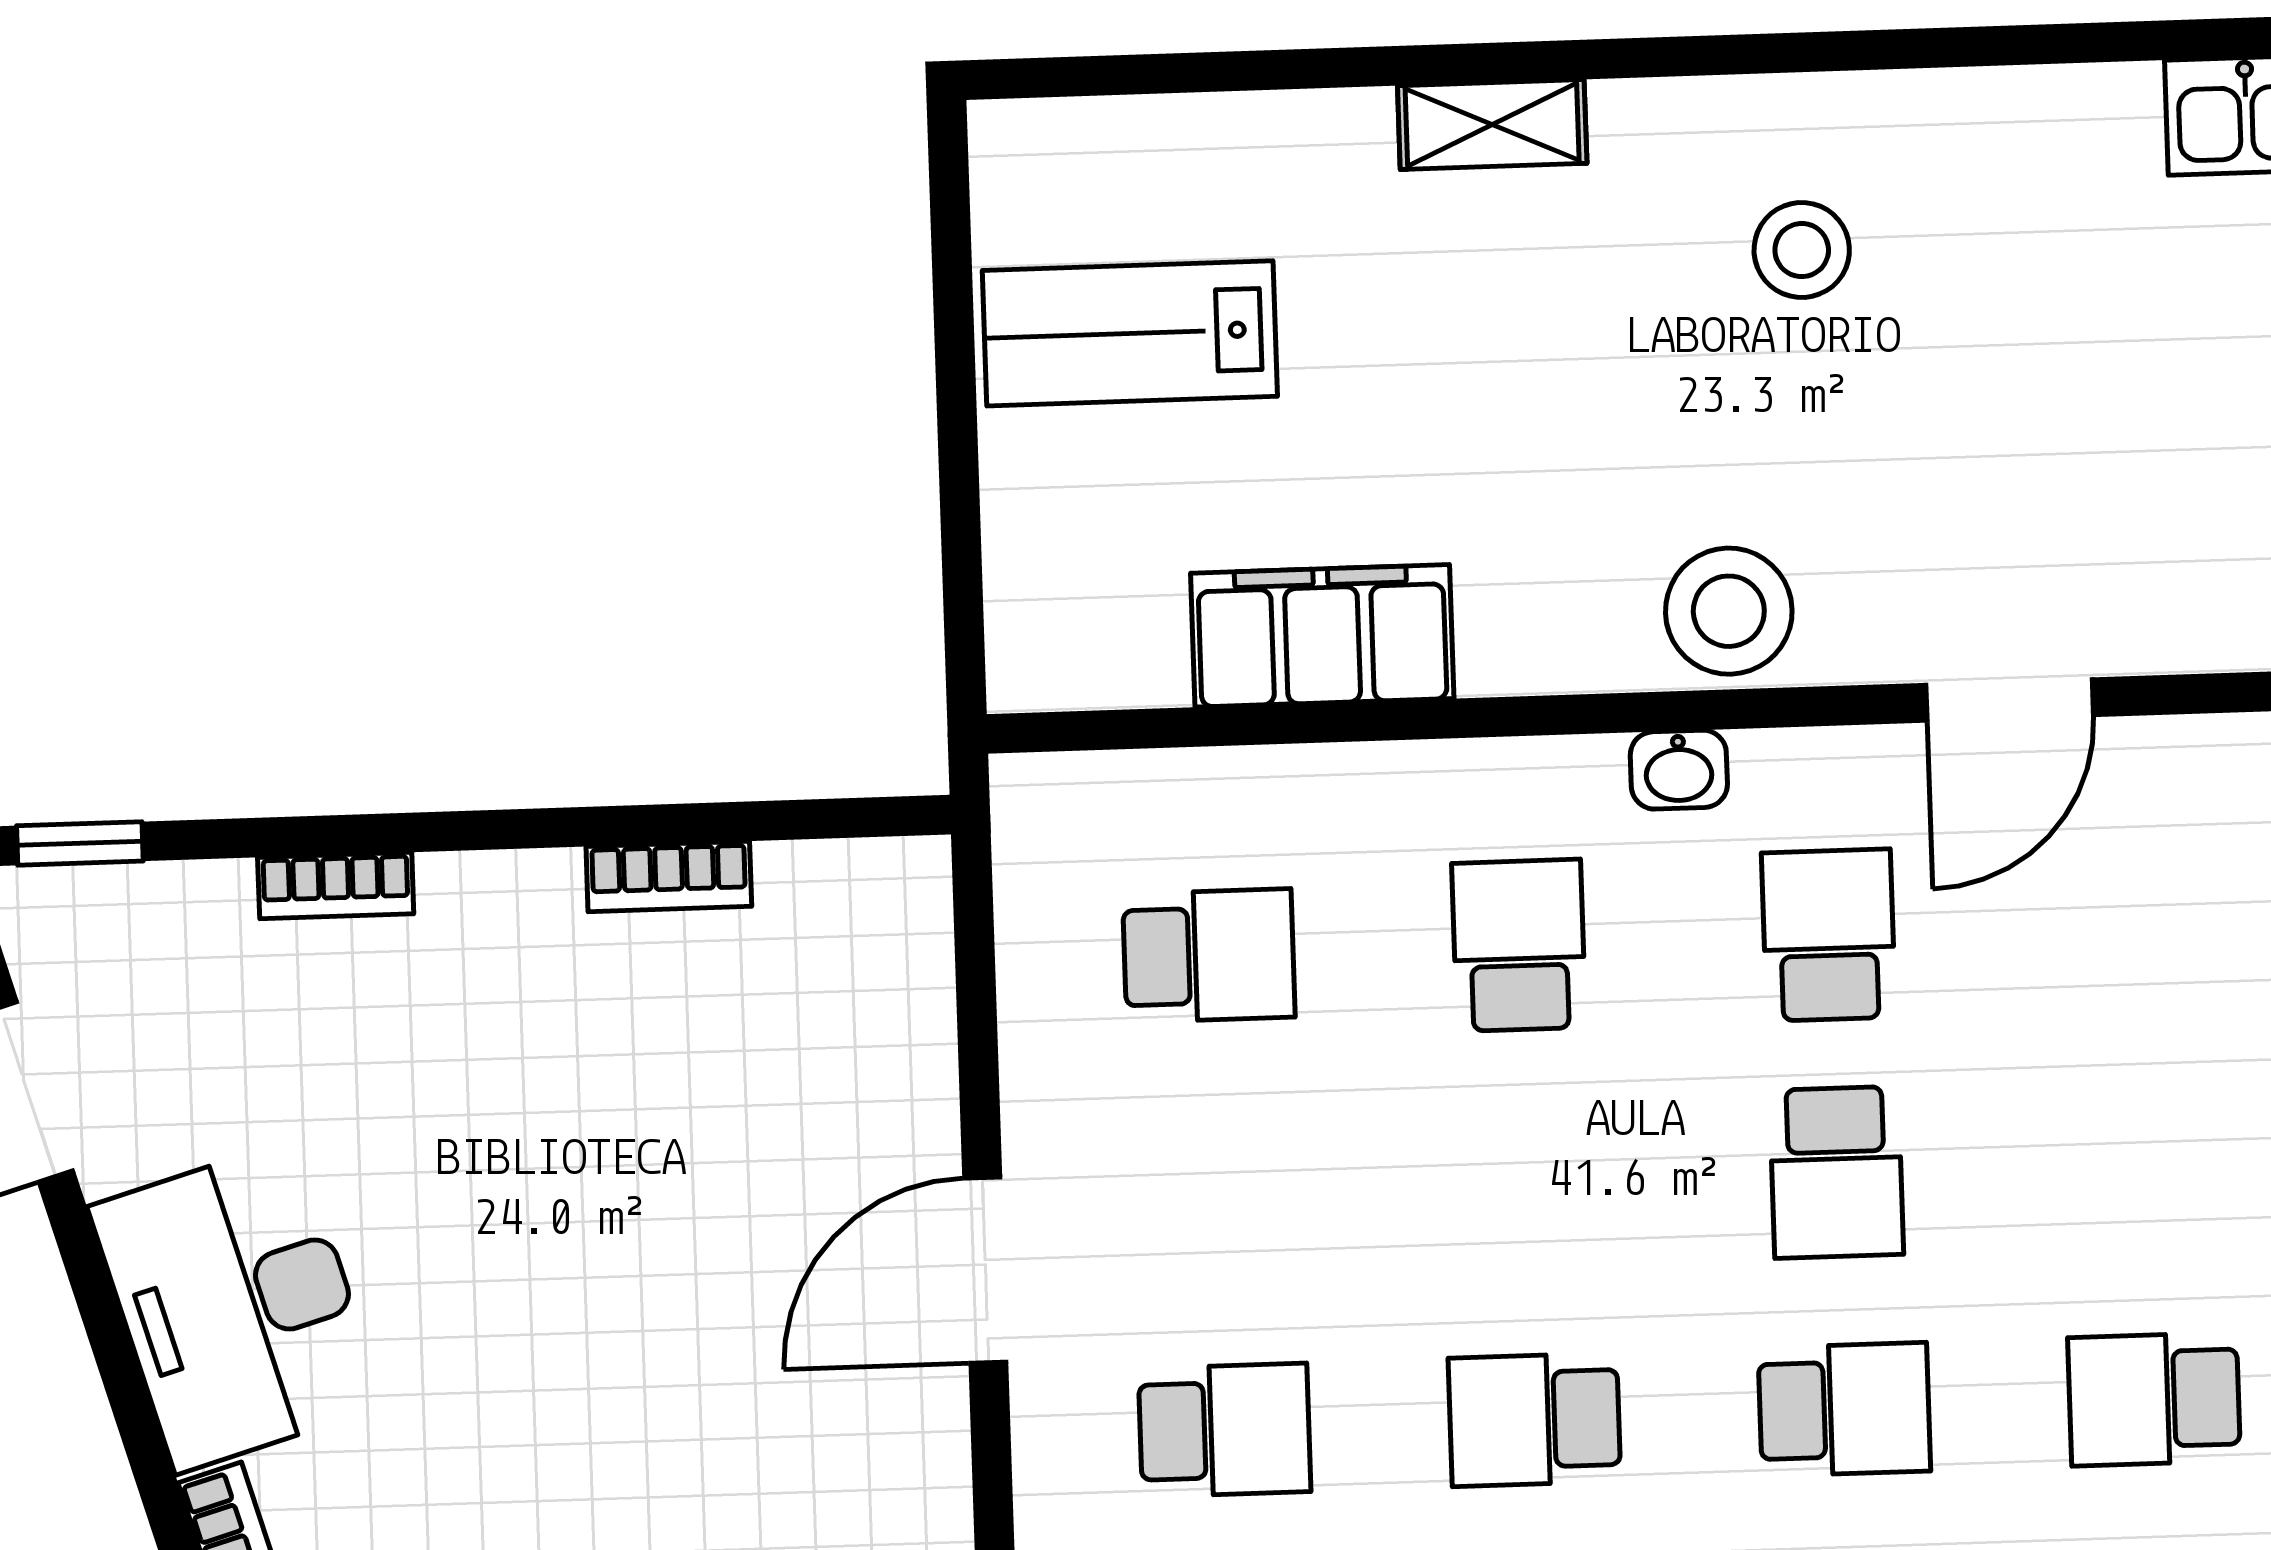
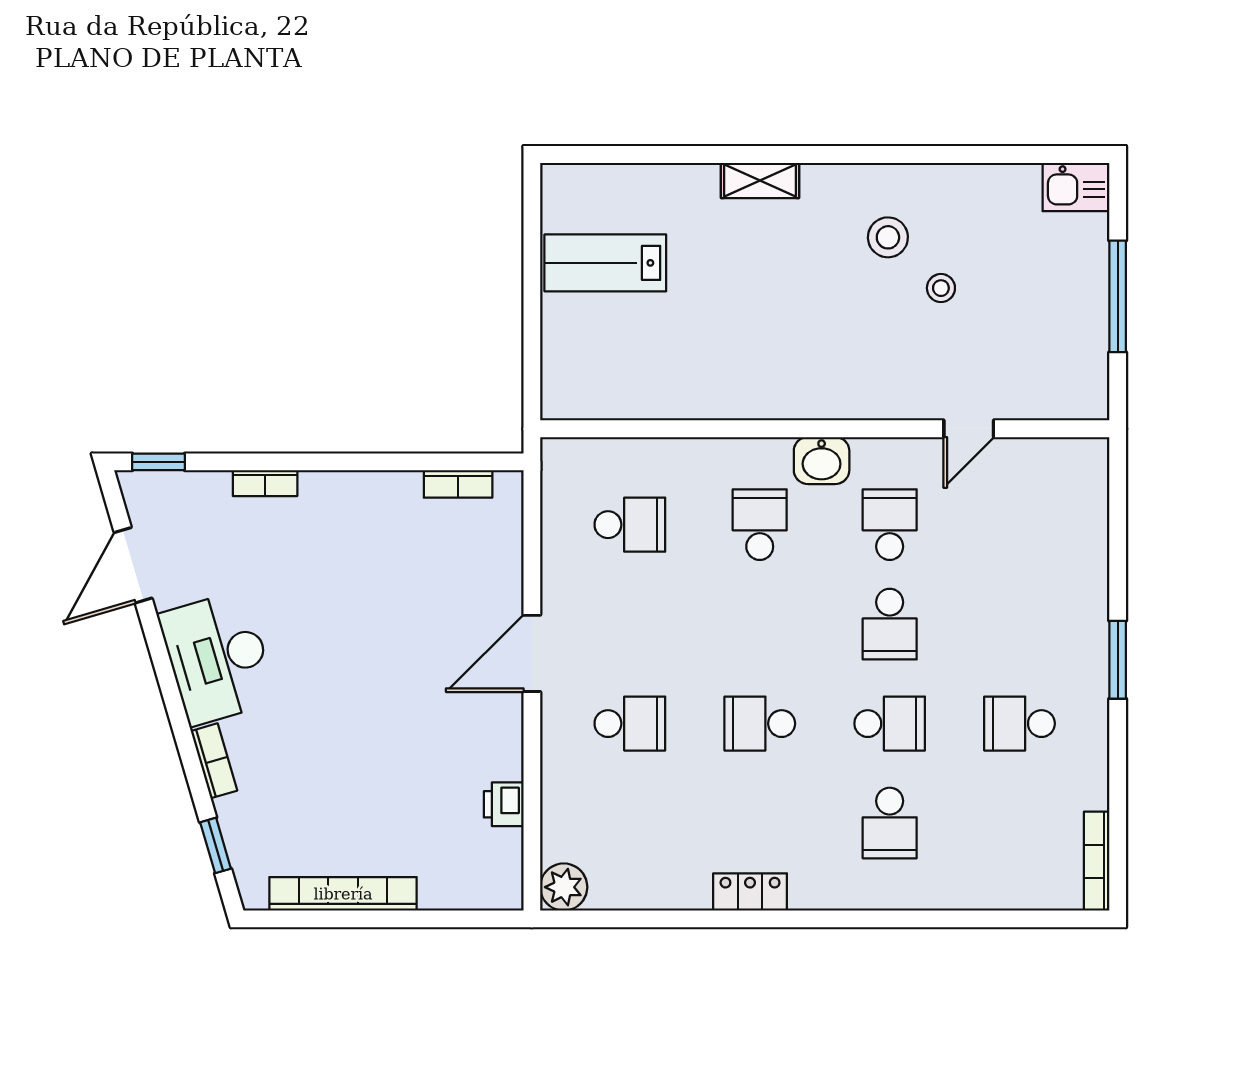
stool: (1729, 611) -> (941, 288), moved, width x0.53, depth x0.53
filing cabinet: (1322, 636) -> (682, 392), removed
door: (2010, 700) -> (969, 429), width x0.73
washbasin: (1679, 770) -> (822, 461), width x1.38, depth x1.45
bookcase: (669, 876) -> (458, 484), moved

